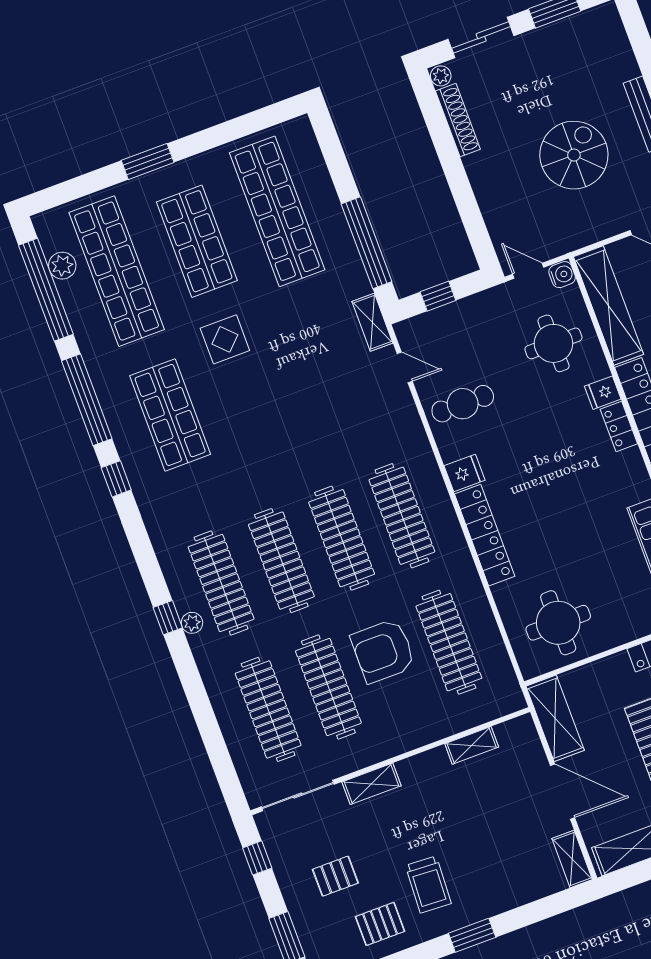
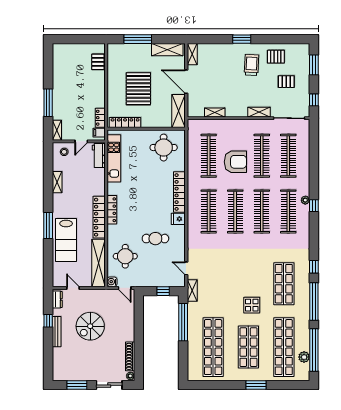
fridge: (603, 393) -> (113, 230), removed
cafe table: (463, 404) -> (155, 239), moved
locker: (619, 427) -> (112, 210), width x1.53

